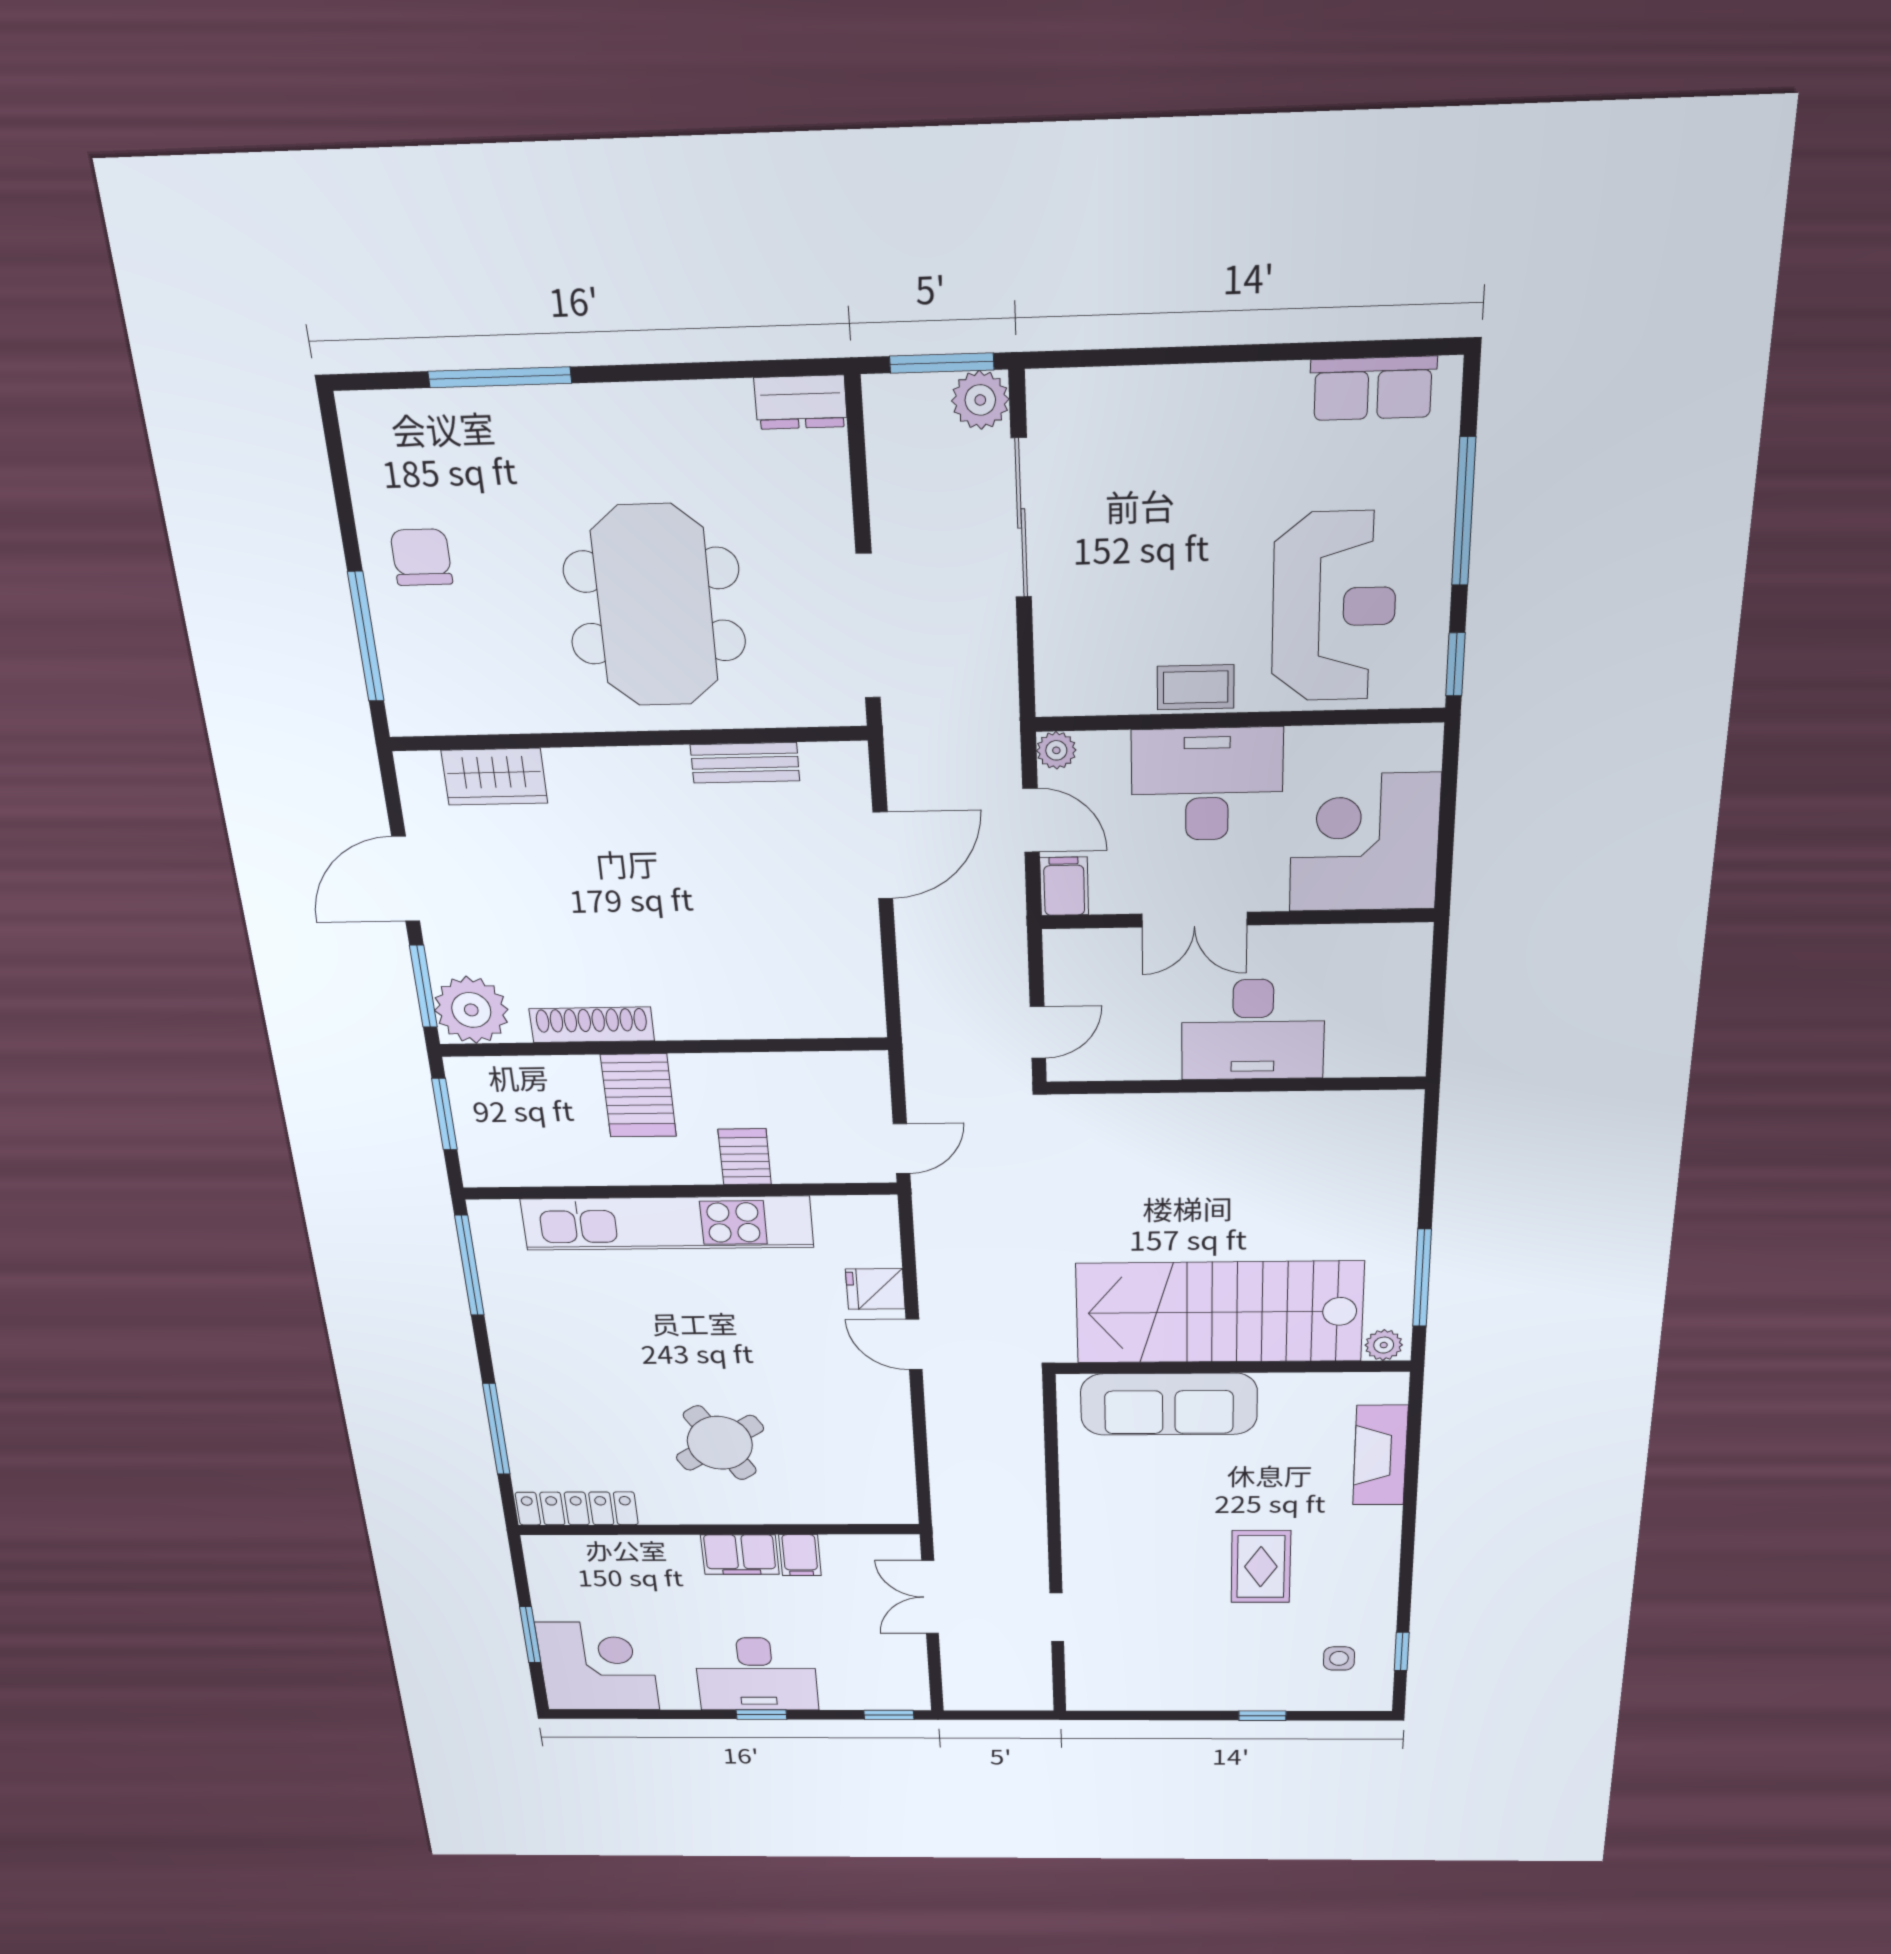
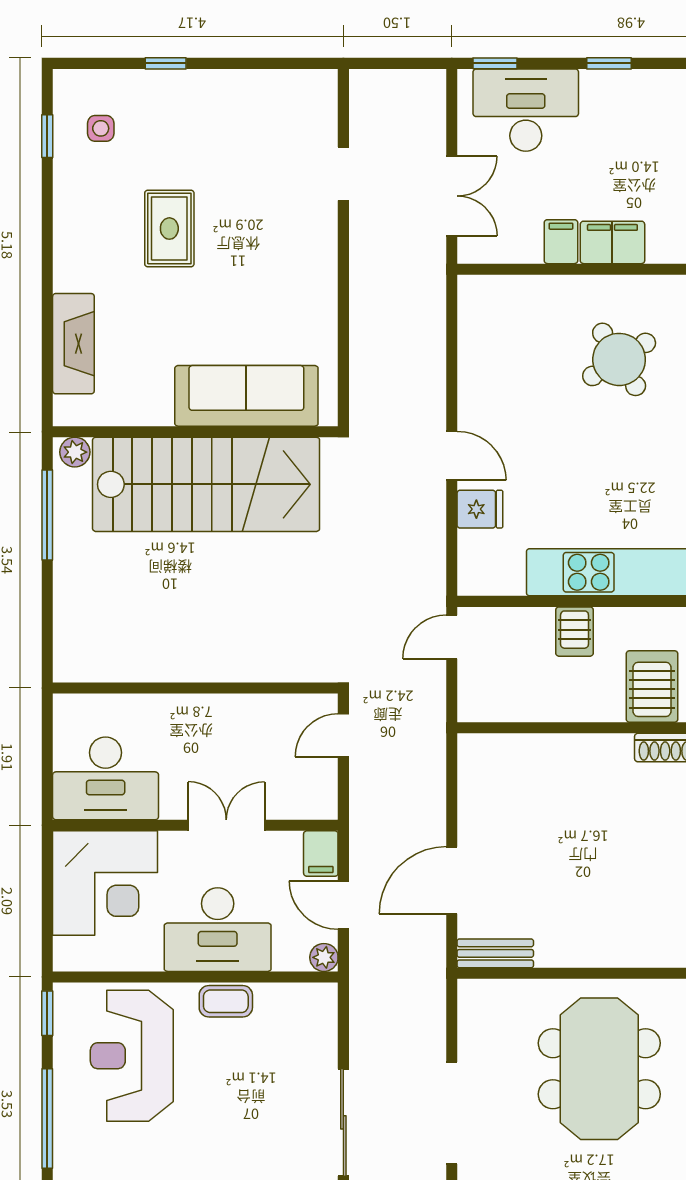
doorway: (868, 626) -> (452, 1113), moved
bench: (745, 763) -> (495, 953), moved
desk: (1253, 1030) -> (106, 778), moved, turned 180
desk: (756, 1674) -> (526, 110), moved

